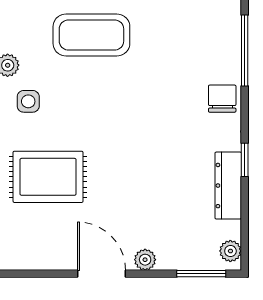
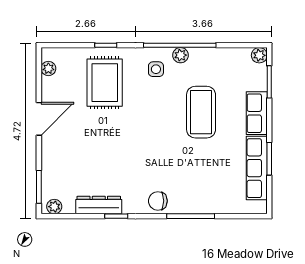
chair: (222, 99) -> (158, 201), turned 180
plant: (145, 260) -> (48, 68), moved

